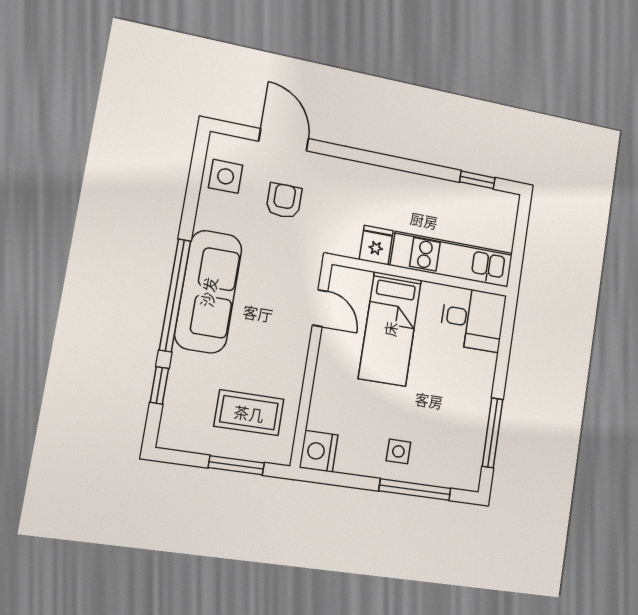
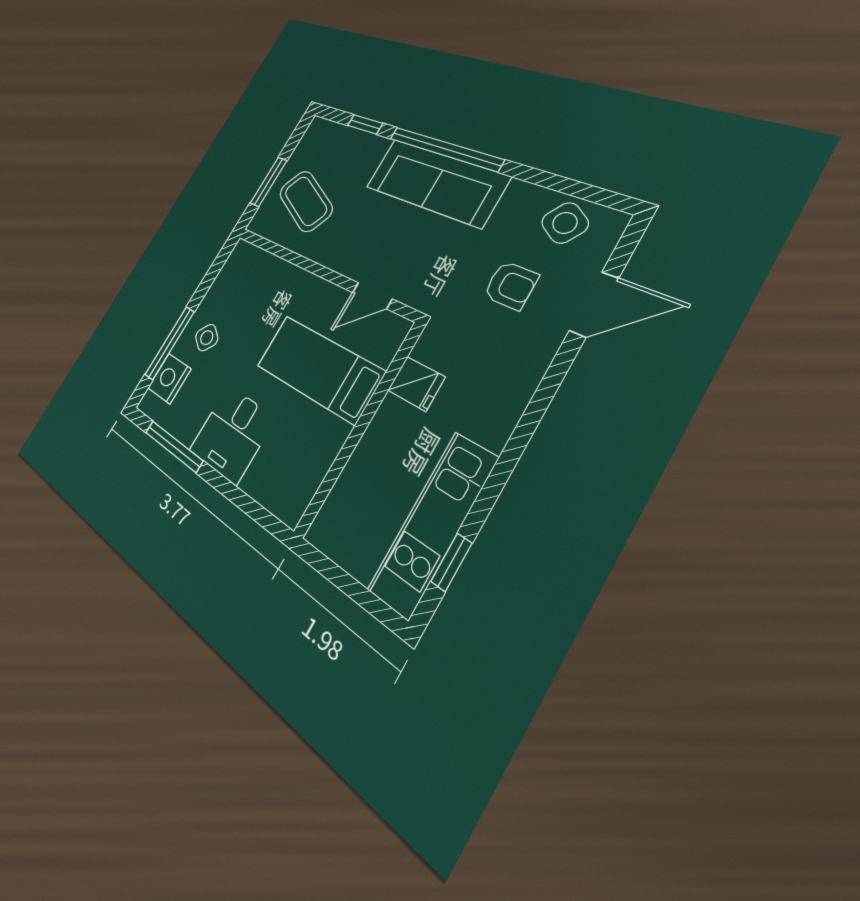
side table: (226, 176) -> (565, 223), turned 33
kitchen unit: (452, 259) -> (433, 524), moved, turned 180
desk: (473, 319) -> (232, 434), moved
coffee table: (249, 413) -> (306, 201), turned -63
nightstand: (319, 451) -> (169, 378), moved, turned -90
side table: (398, 451) -> (207, 338), turned 36

